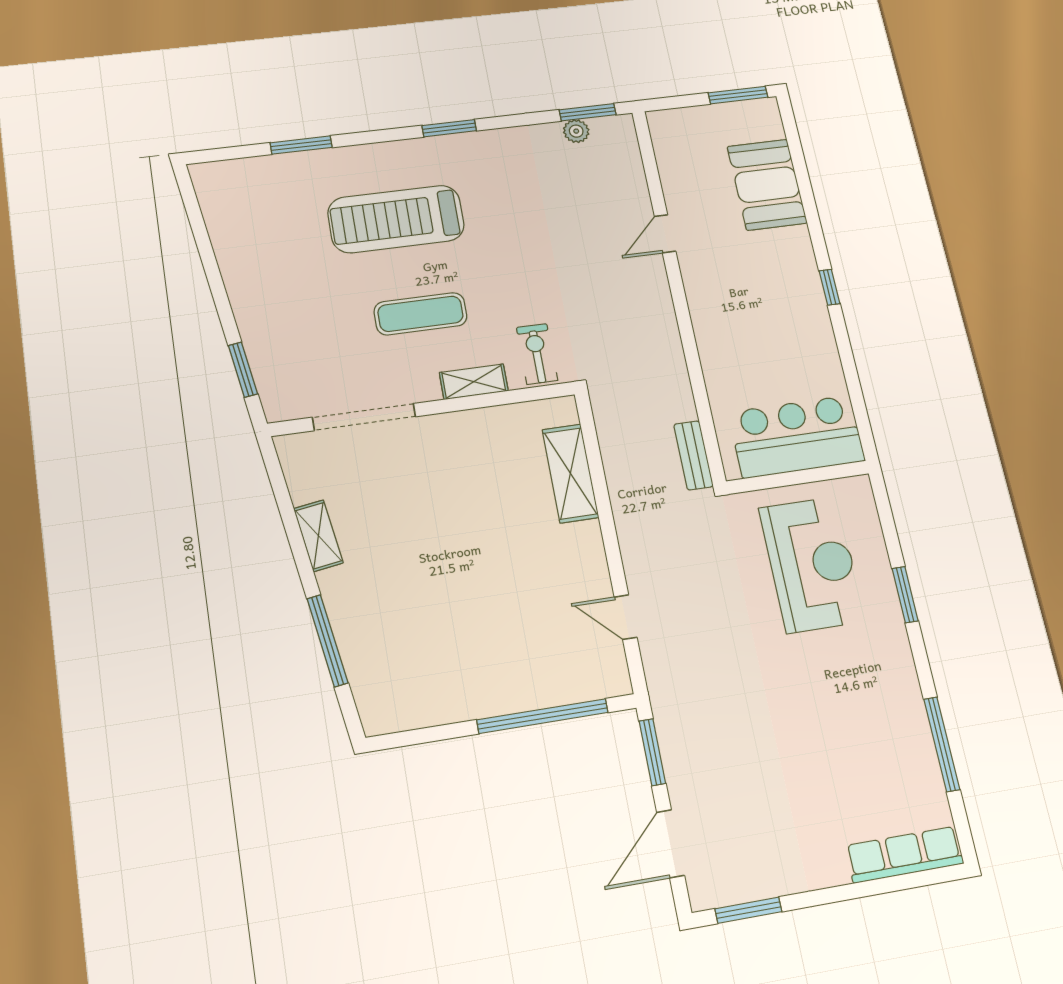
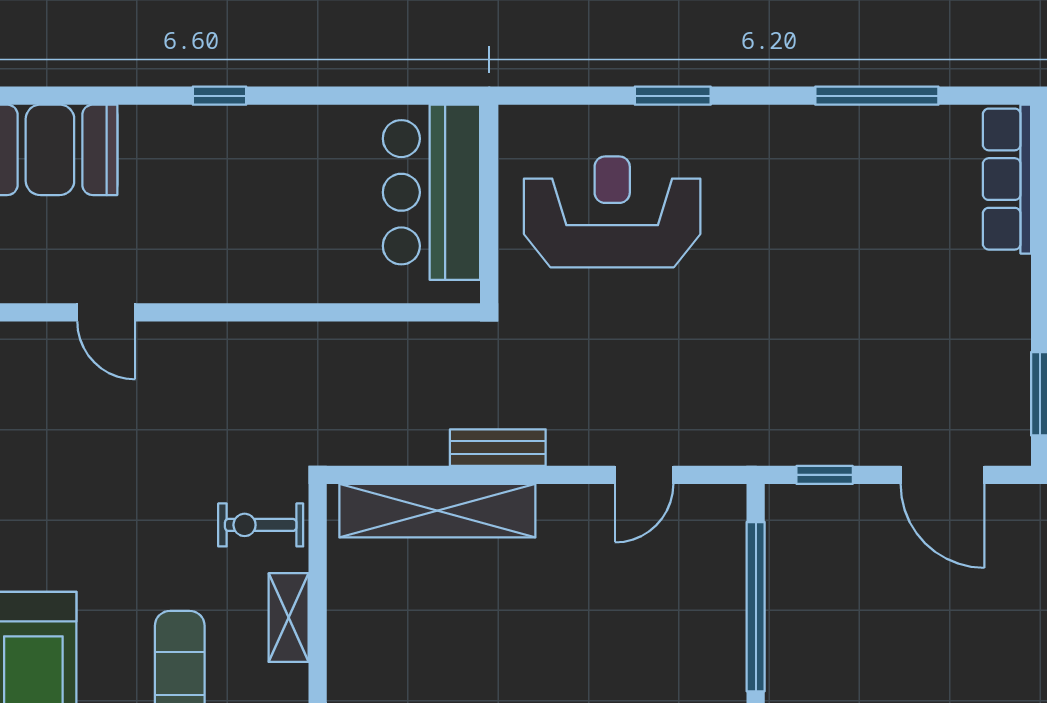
bench: (693, 455) -> (498, 448), moved
shelving: (570, 473) -> (437, 511), width x1.47
window: (652, 752) -> (825, 475), width x0.67

